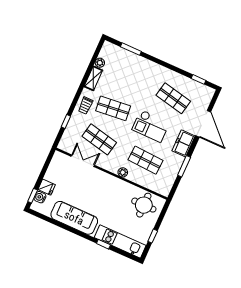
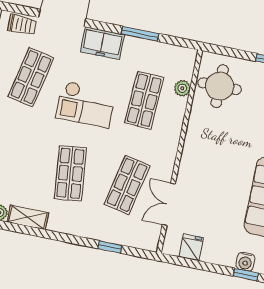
trolley: (85, 106) -> (22, 25), moved
checkout: (151, 126) -> (86, 104), turned 90
plant: (123, 172) -> (182, 88), moved
fridge: (47, 187) -> (191, 247), moved

